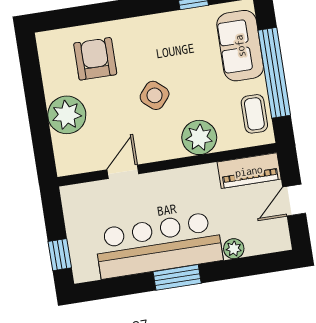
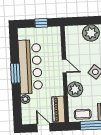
door: (123, 172) -> (64, 66), moved
window: (60, 255) -> (41, 23), moved

